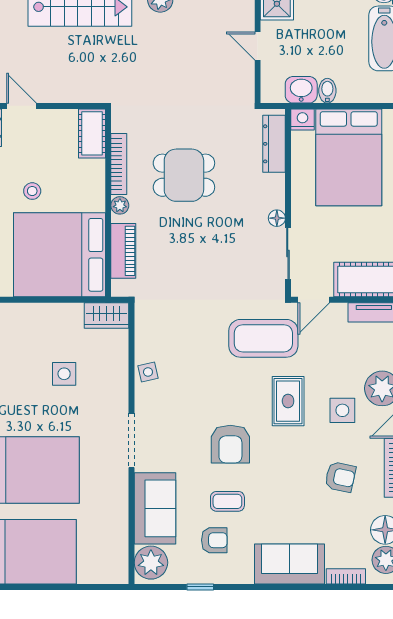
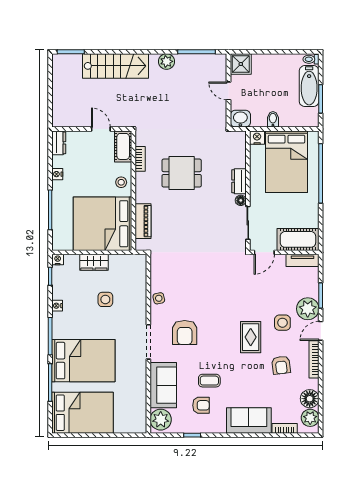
washbasin: (301, 90) -> (240, 119), moved
door: (22, 106) -> (101, 129), moved
dresser: (274, 144) -> (239, 181), moved, width x0.70
bookcase: (119, 164) -> (140, 159), width x0.64
stool: (32, 191) -> (121, 182), moved
plant: (120, 205) -> (141, 192), removed
wardrobe: (107, 315) -> (94, 262), moved
coffee table: (263, 338) -> (232, 277), removed
rug: (288, 401) -> (251, 337), moved
armchair: (230, 444) -> (185, 333), moved
armchair: (340, 477) -> (281, 365), turned 71

